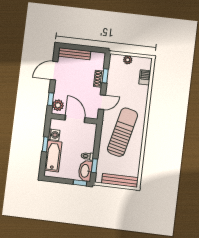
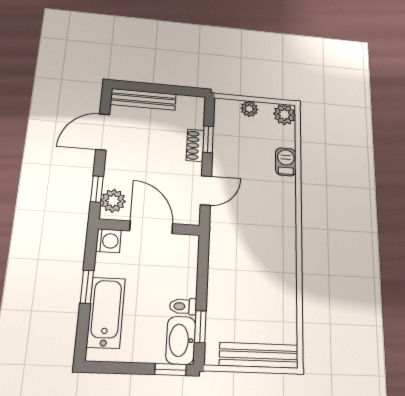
plant: (146, 63) -> (284, 114), added
barbecue: (145, 77) -> (286, 162), moved
sun lounger: (123, 132) -> (254, 249), removed
washing machine: (54, 135) -> (109, 241), moved

